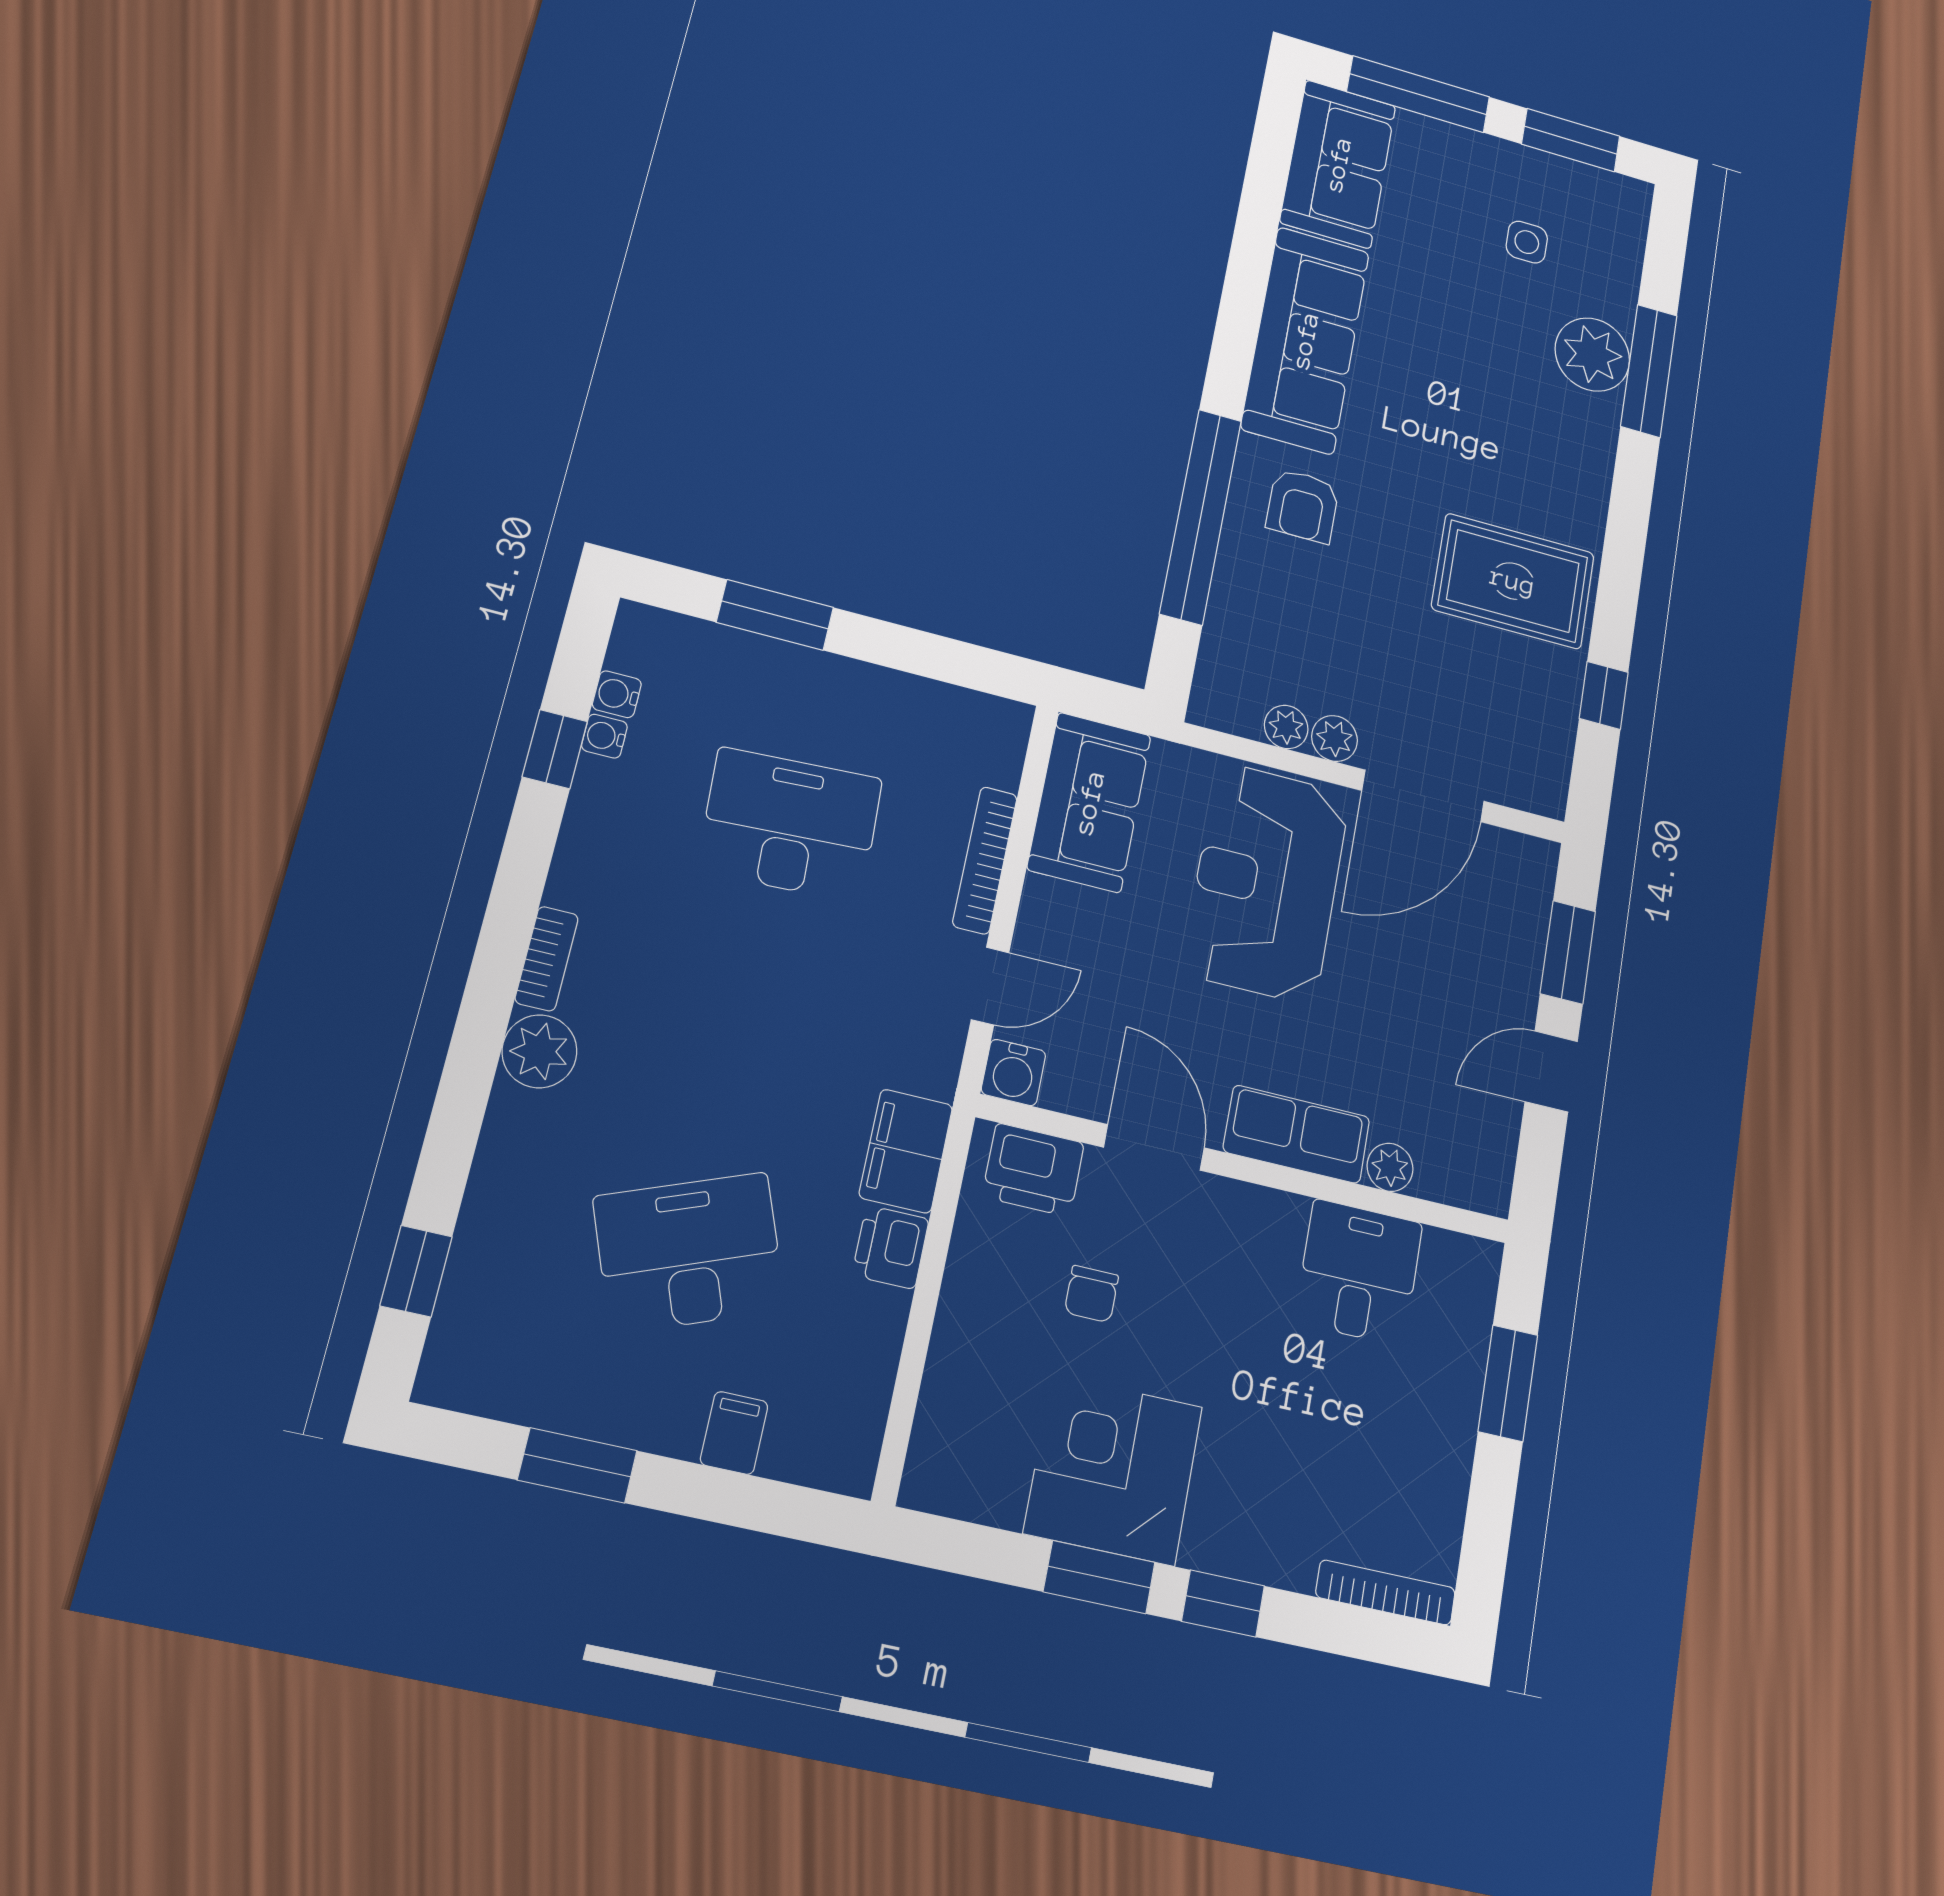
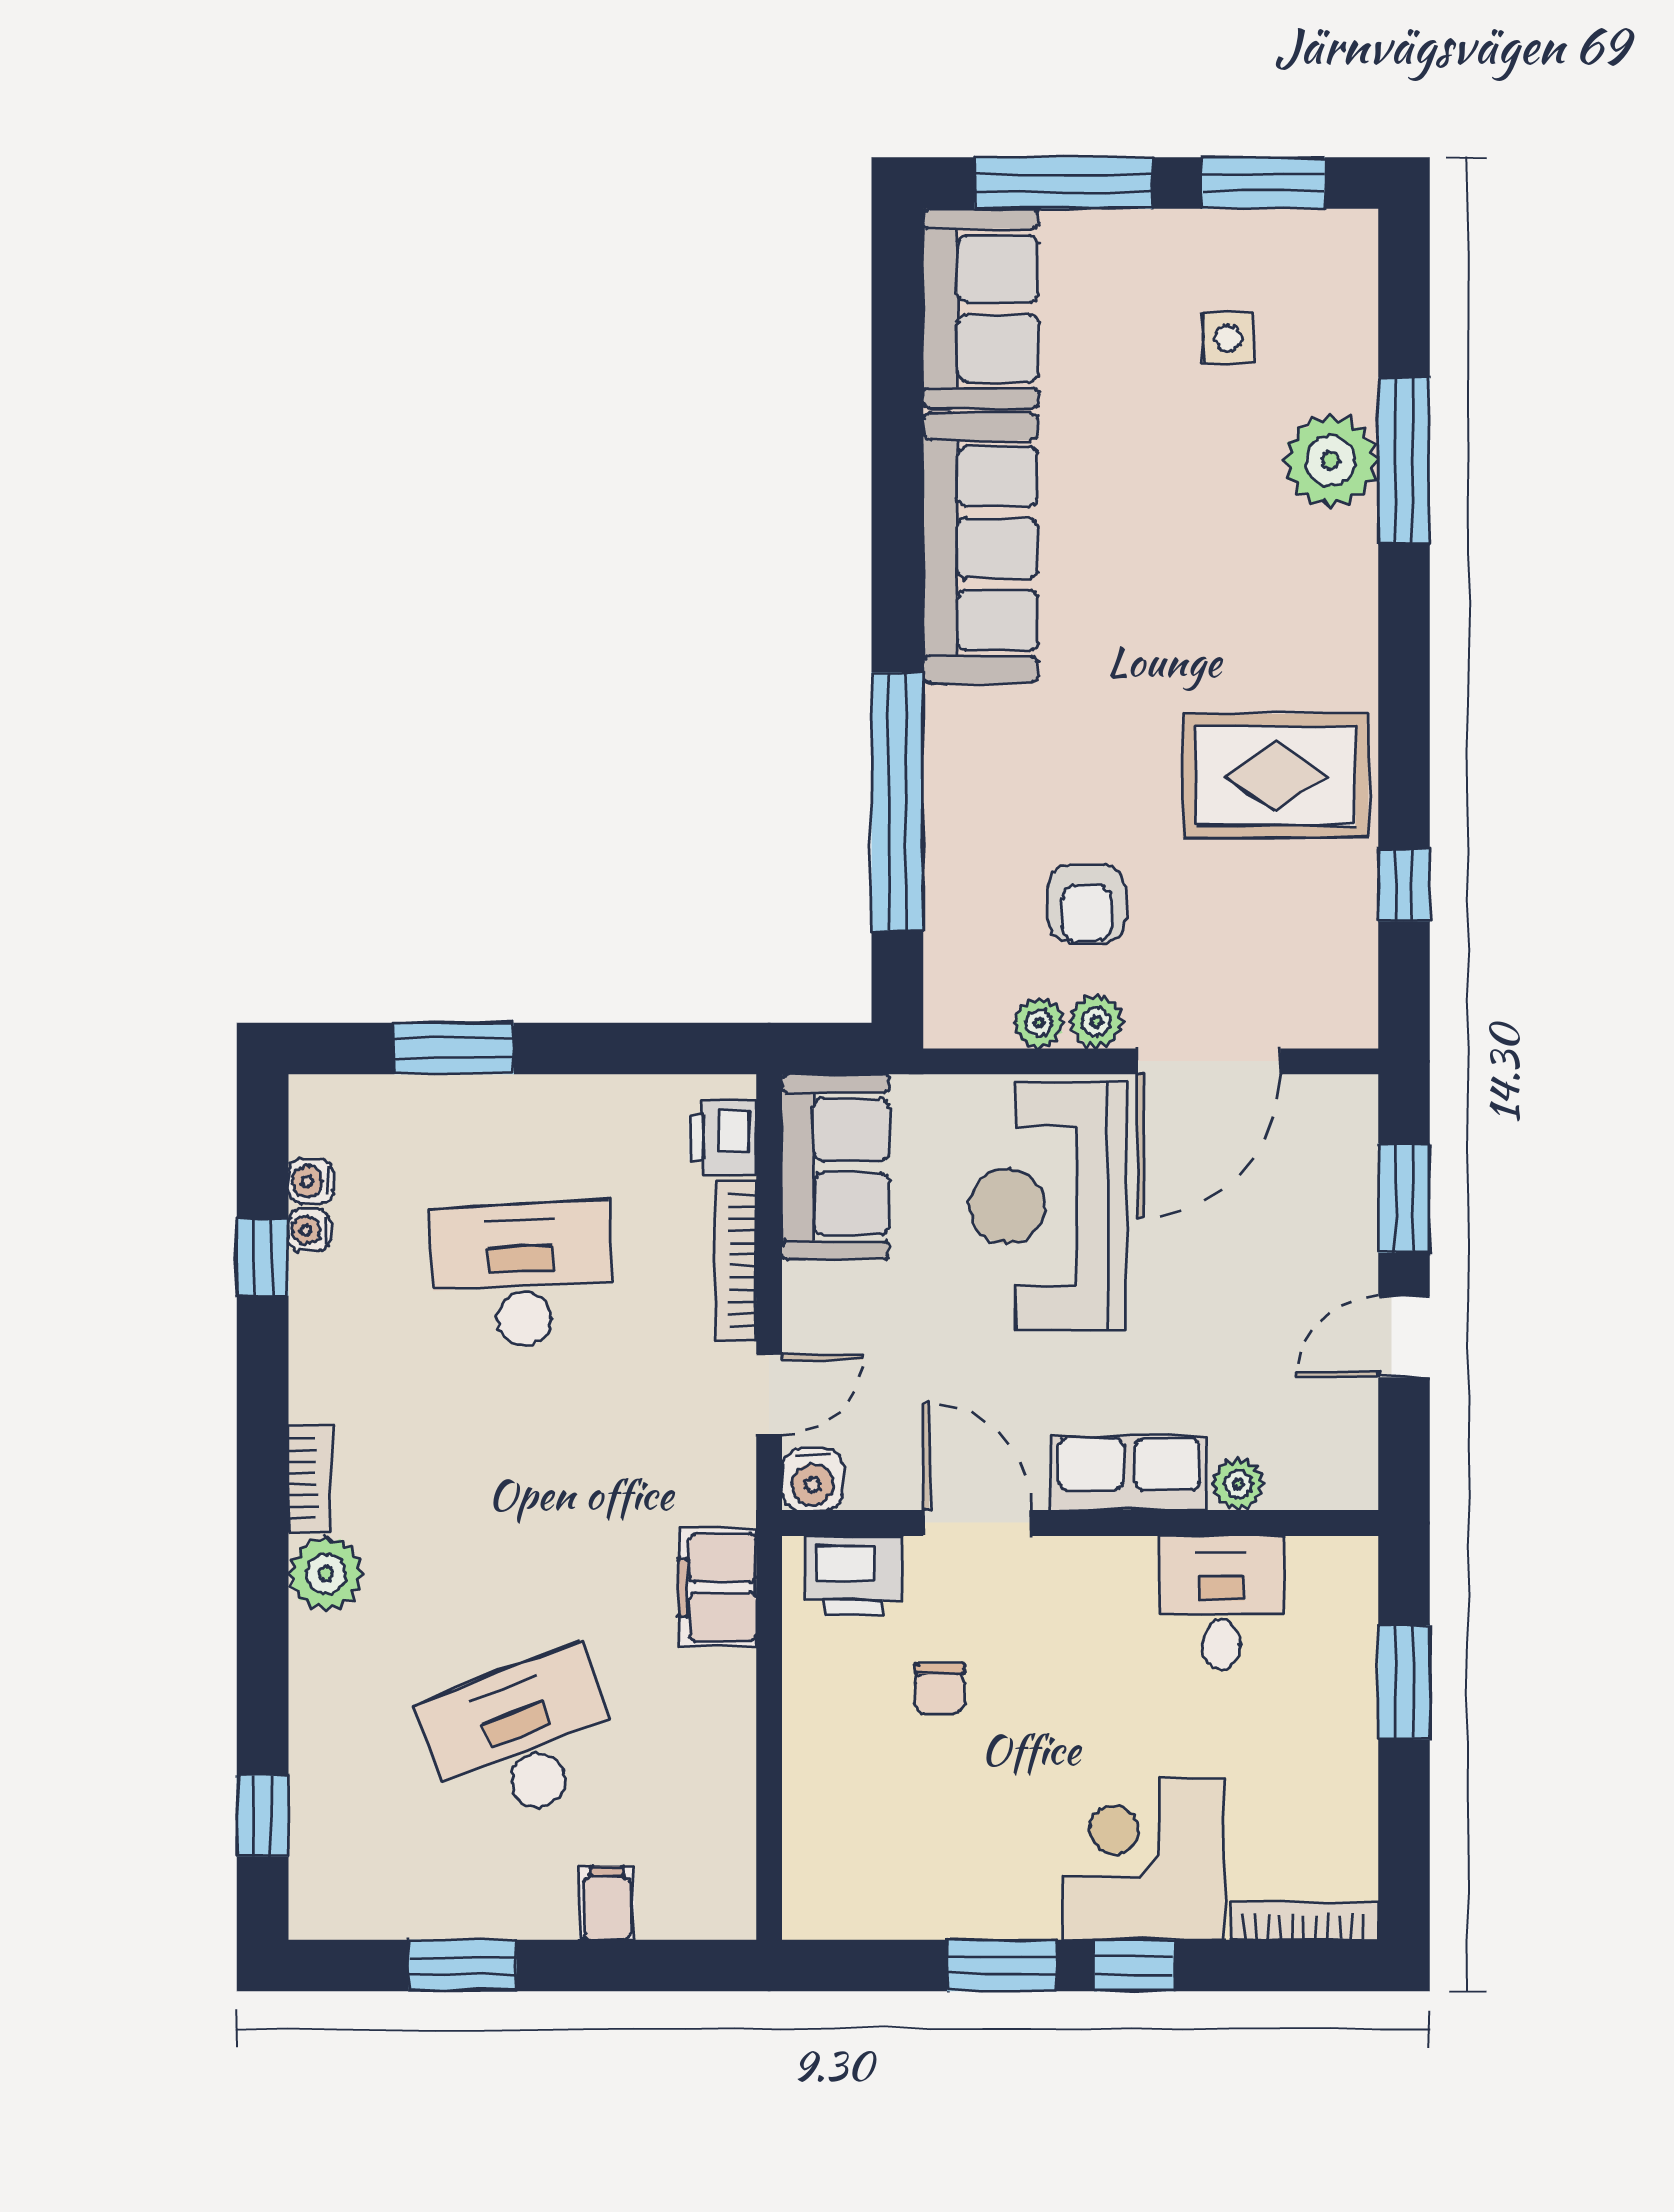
armchair: (1303, 506) -> (1087, 904), moved
printer: (891, 1247) -> (723, 1138), moved
corner desk: (1113, 1470) -> (1143, 1859), moved

